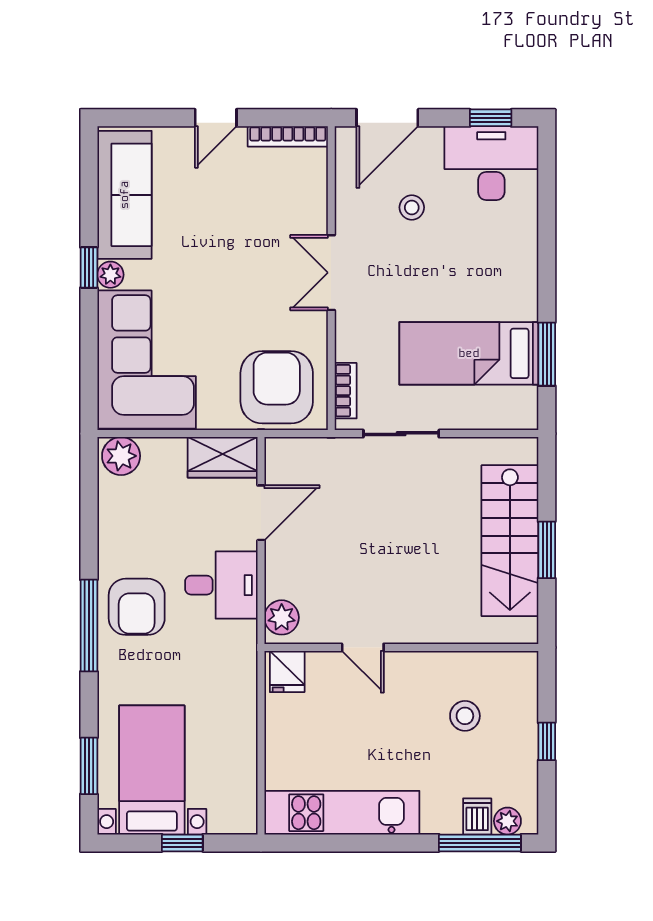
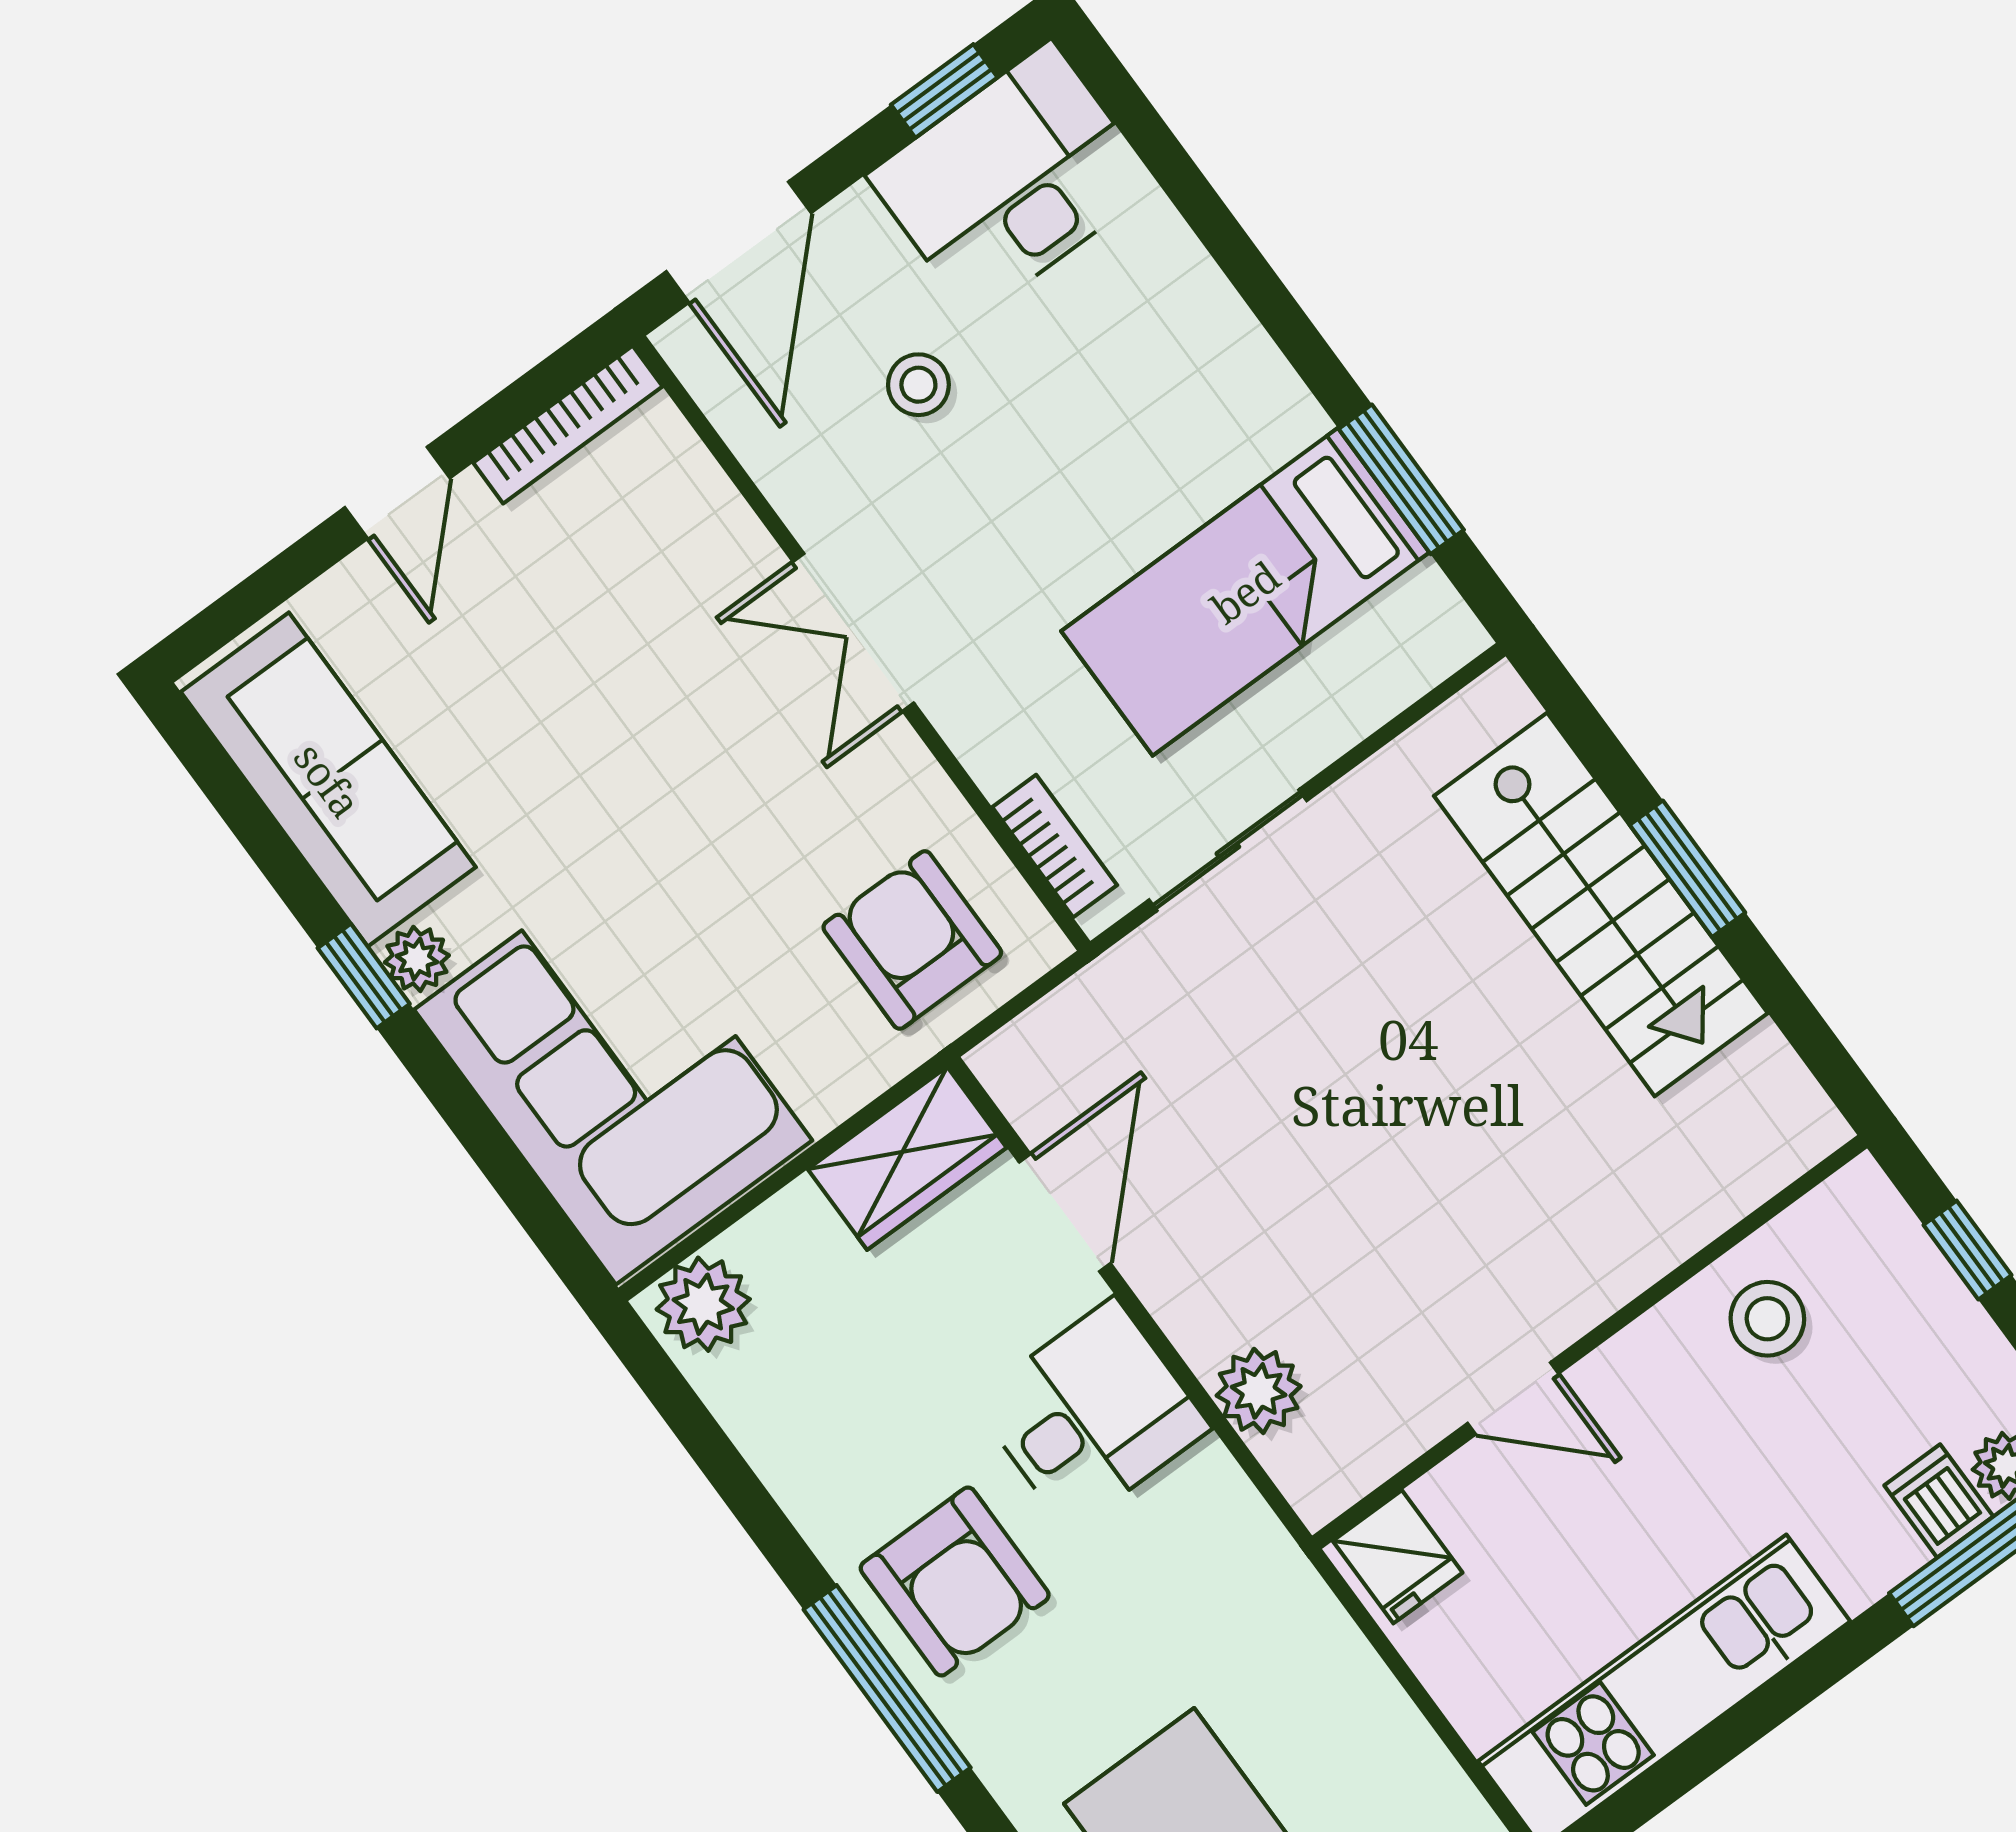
armchair: (277, 387) -> (912, 940), width x0.73, depth x0.73
door: (363, 647) -> (1513, 1398), moved
wall: (401, 647) -> (1590, 1342), moved
fridge: (287, 672) -> (1398, 1557), moved

